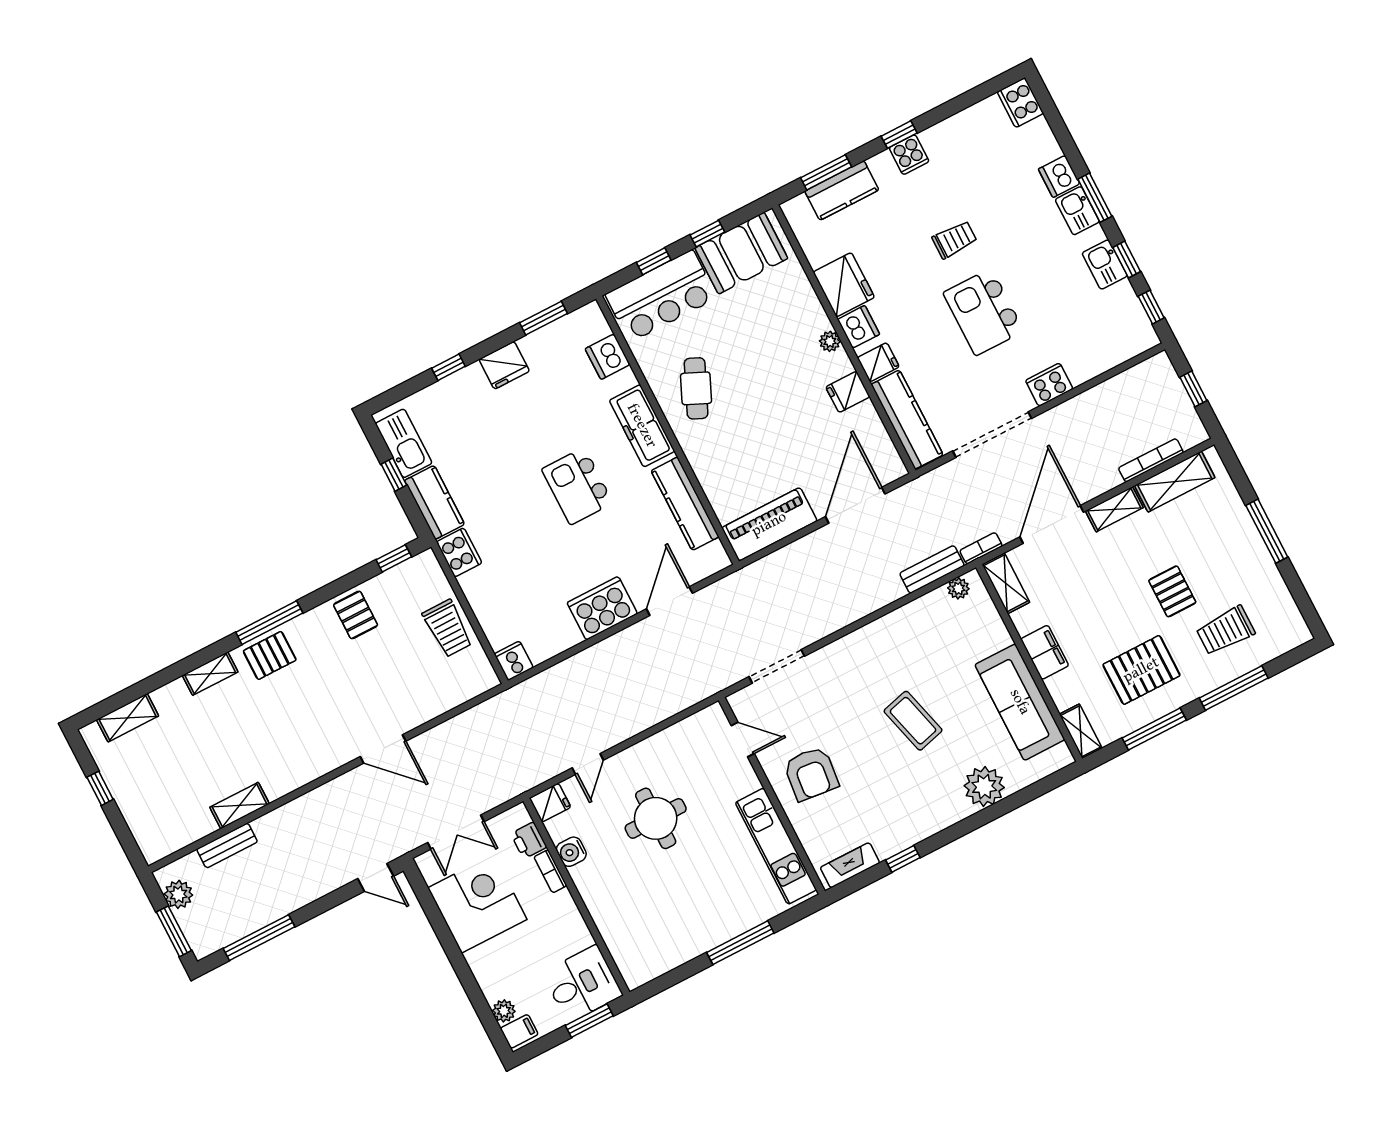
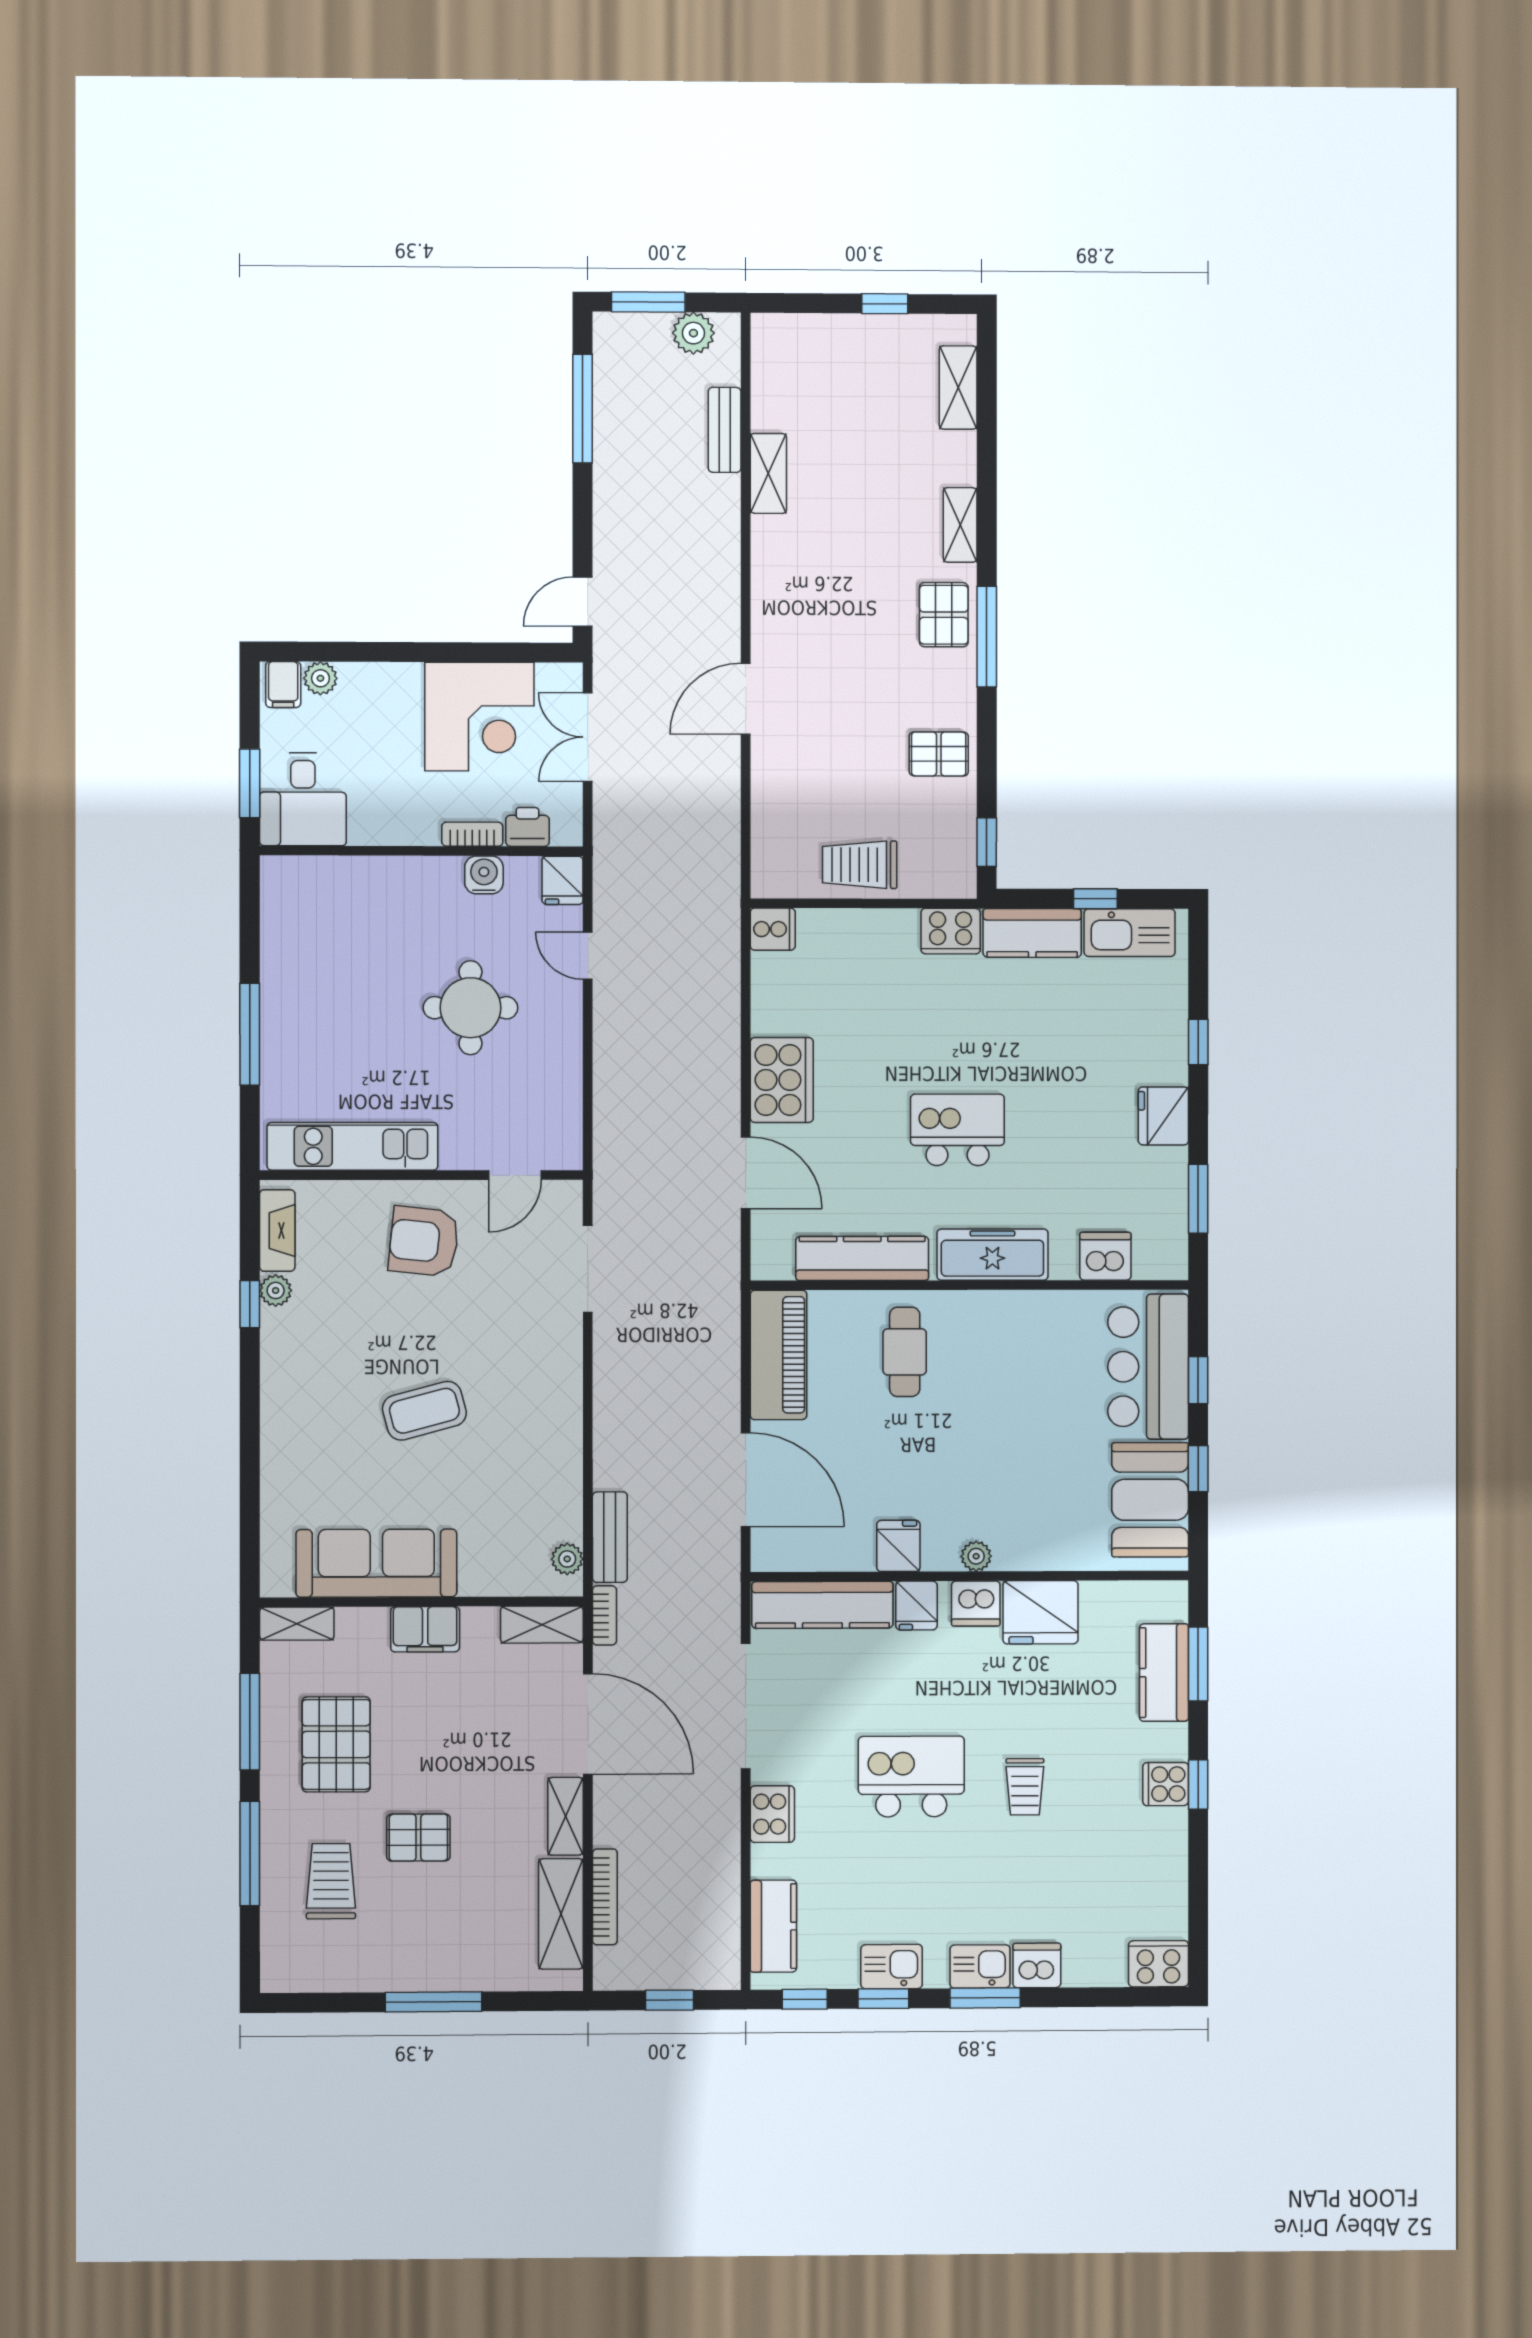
kitchen counter: (1117, 349) -> (773, 1926), added
cafe table: (696, 388) -> (905, 1352), moved, turned 66
plant: (984, 787) -> (276, 1290), moved, width x0.53, depth x0.53

